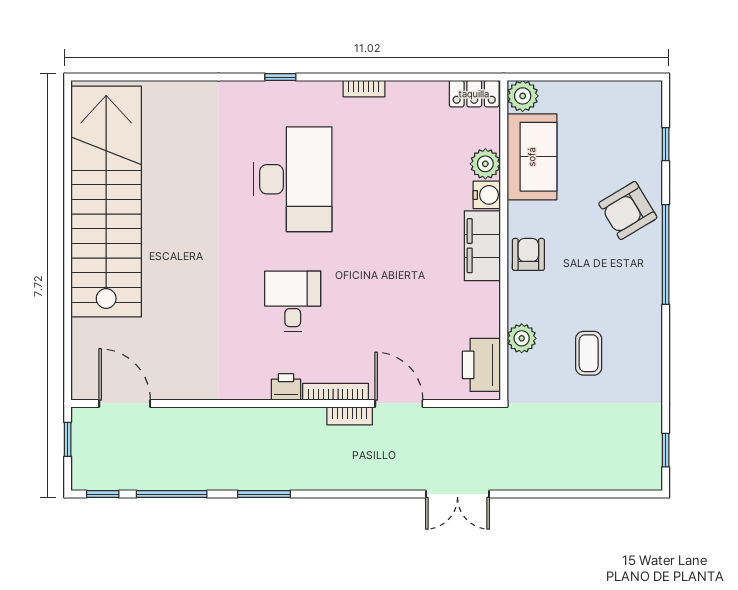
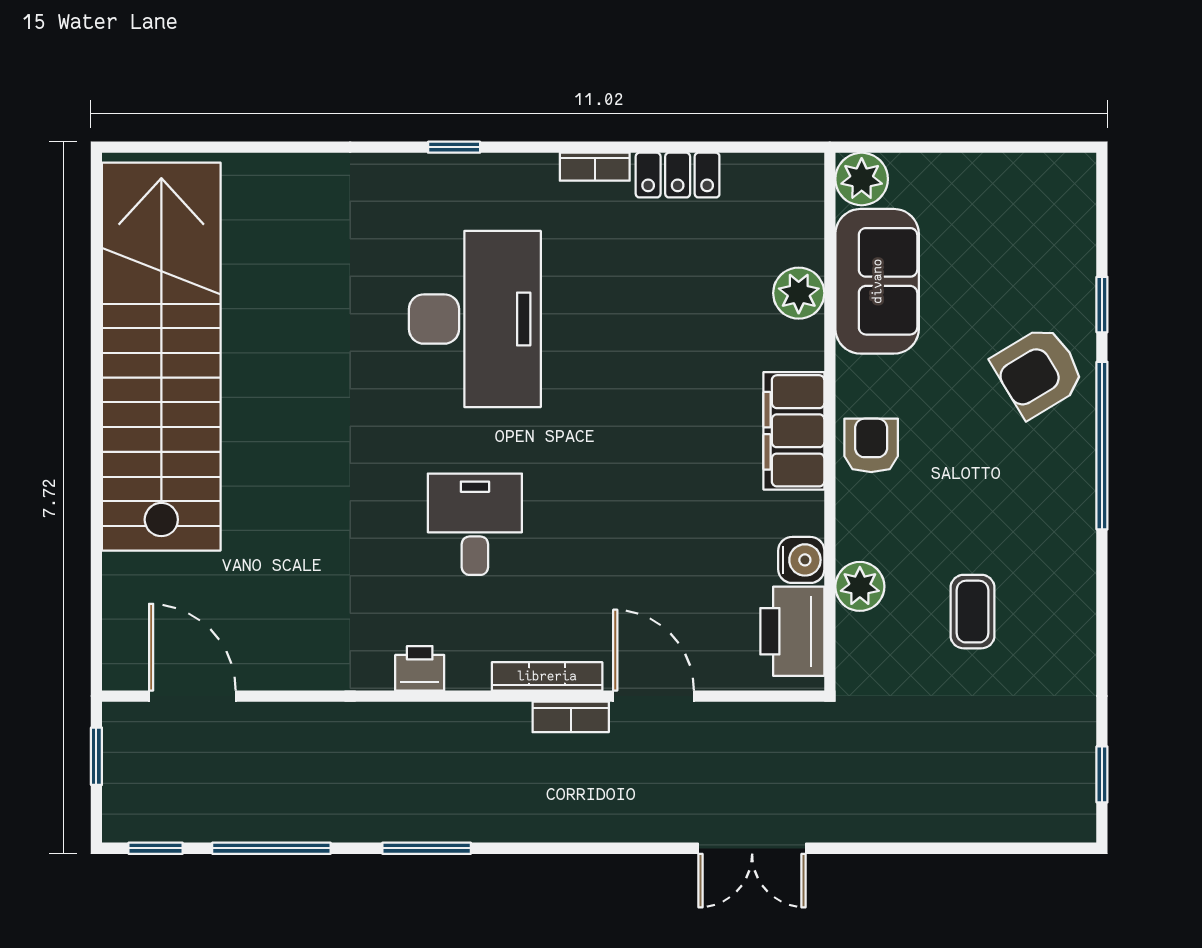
locker: (474, 94) -> (678, 175), moved
window: (666, 144) -> (1102, 305), moved
water cooler: (487, 195) -> (801, 560), moved
printer: (286, 387) -> (420, 668), moved

